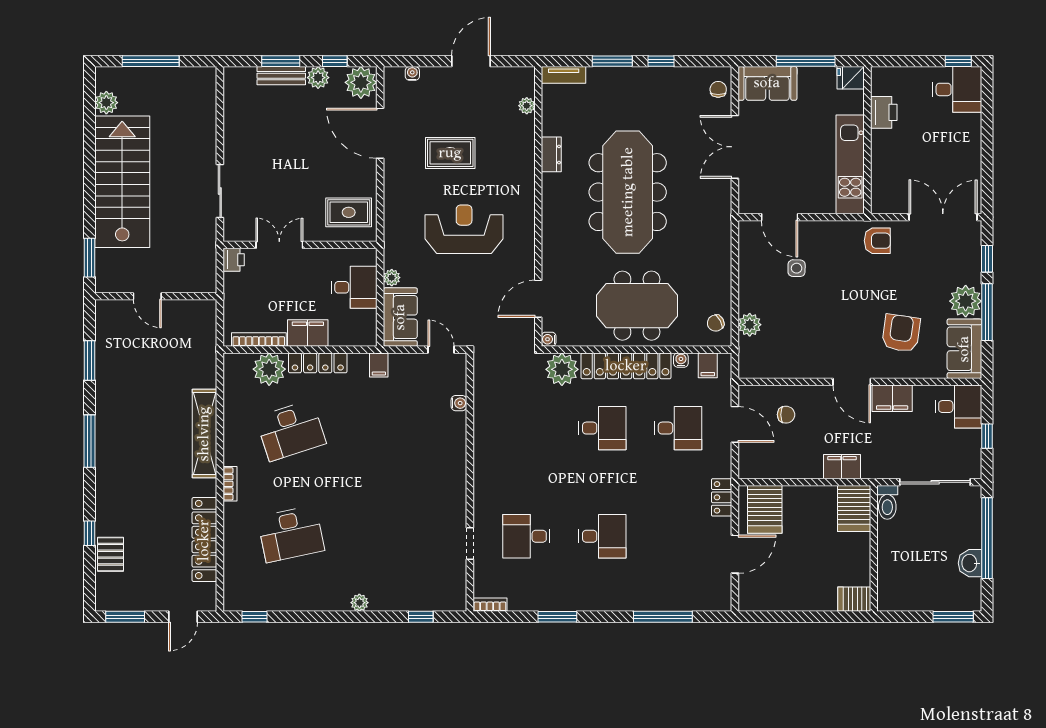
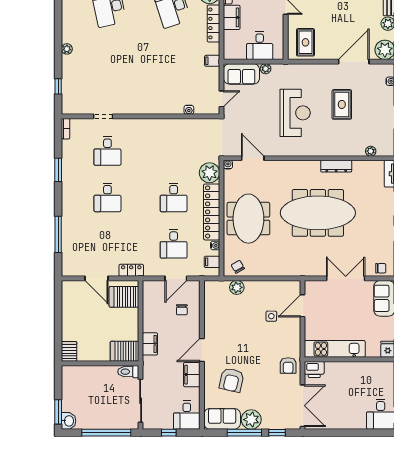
printer: (884, 112) -> (314, 369), moved
dresser: (551, 154) -> (336, 166), width x1.44
armchair: (901, 333) -> (232, 380), turned 95
desk: (526, 536) -> (107, 151), turned 180
washbasin: (970, 563) -> (69, 421), moved, turned 90

